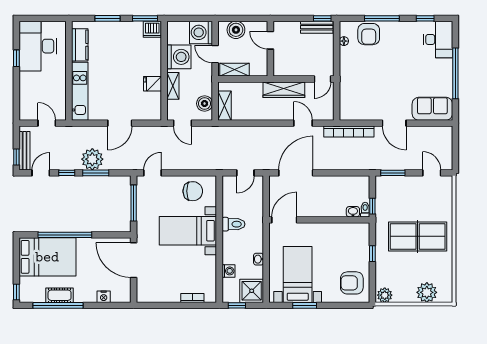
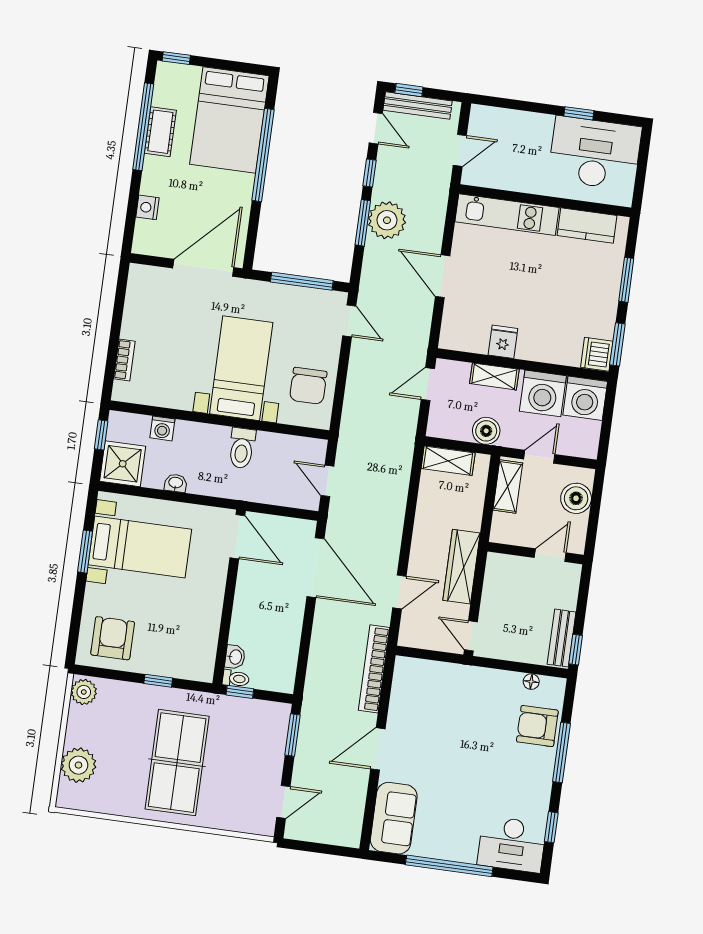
washing machine: (201, 32) -> (585, 398), moved, turned 180
boiler: (205, 104) -> (486, 431), moved

